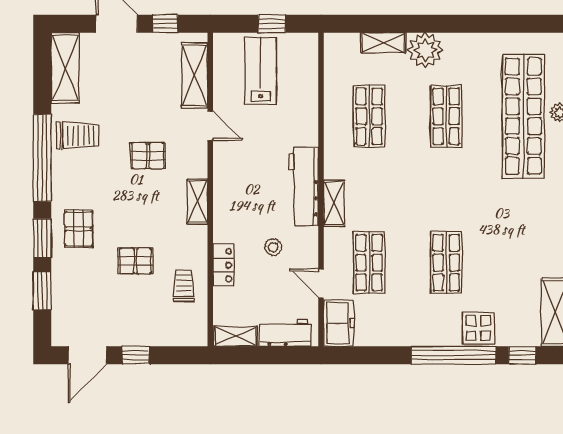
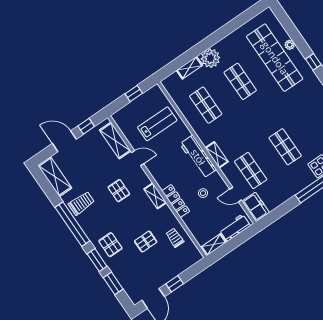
lab bench: (261, 71) -> (157, 124), moved, turned 90
pallet: (148, 156) -> (119, 191), turned 90
locker: (223, 265) -> (176, 201), moved, width x1.53

